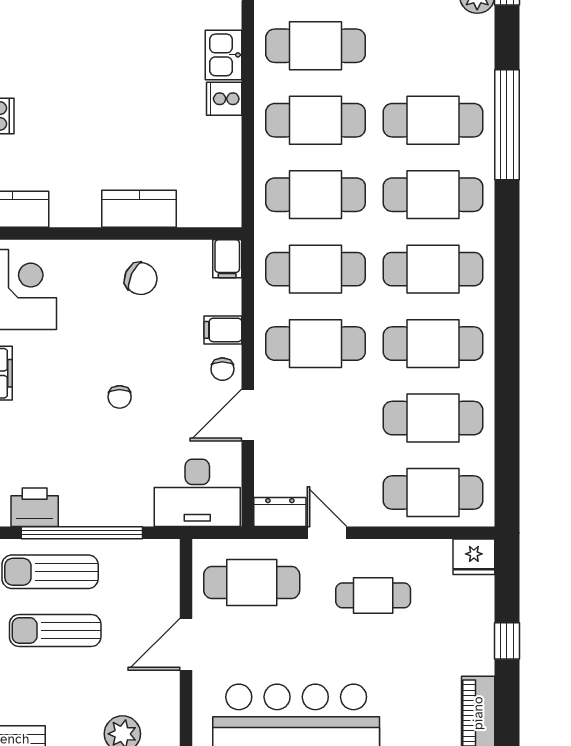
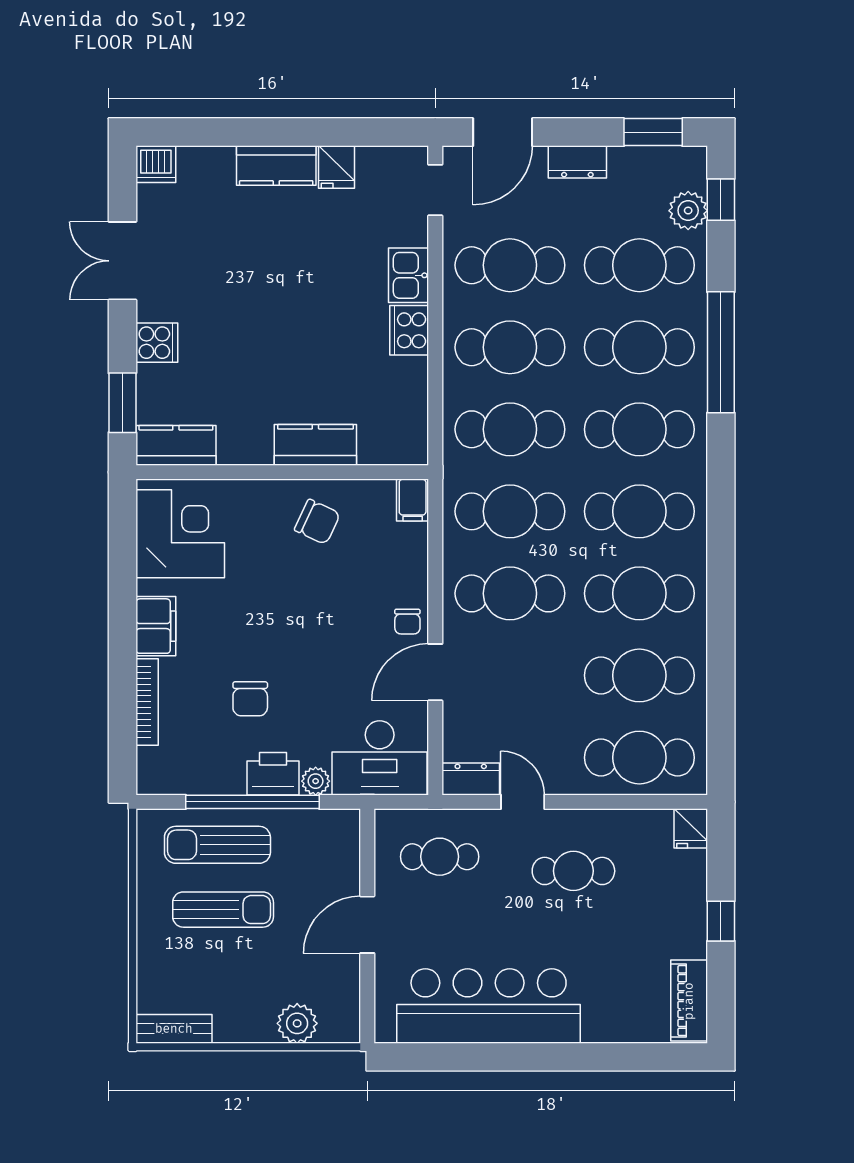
cafe table: (433, 46) -> (639, 265), added
cooker: (224, 99) -> (409, 330), width x1.36
filing cabinet: (223, 330) -> (408, 578), removed
chair: (120, 397) -> (250, 699), moved, width x1.37, depth x1.37
printer: (35, 507) -> (273, 774), moved
plant: (139, 514) -> (316, 781), added
fridge: (474, 557) -> (691, 828), width x0.72
cafe table: (252, 583) -> (440, 857), width x0.73, depth x0.74
sun lounger: (55, 630) -> (223, 910), turned 180

